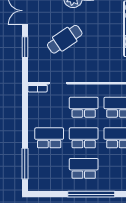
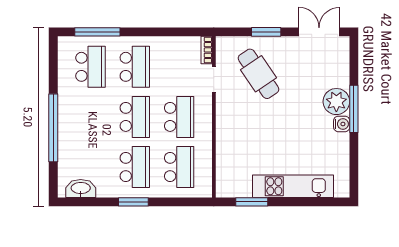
cafe table: (65, 39) -> (258, 74), moved
school desk: (84, 168) -> (91, 67), moved

